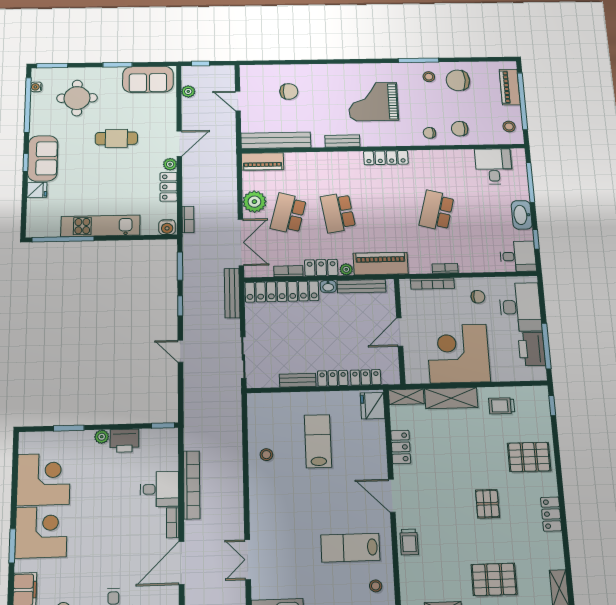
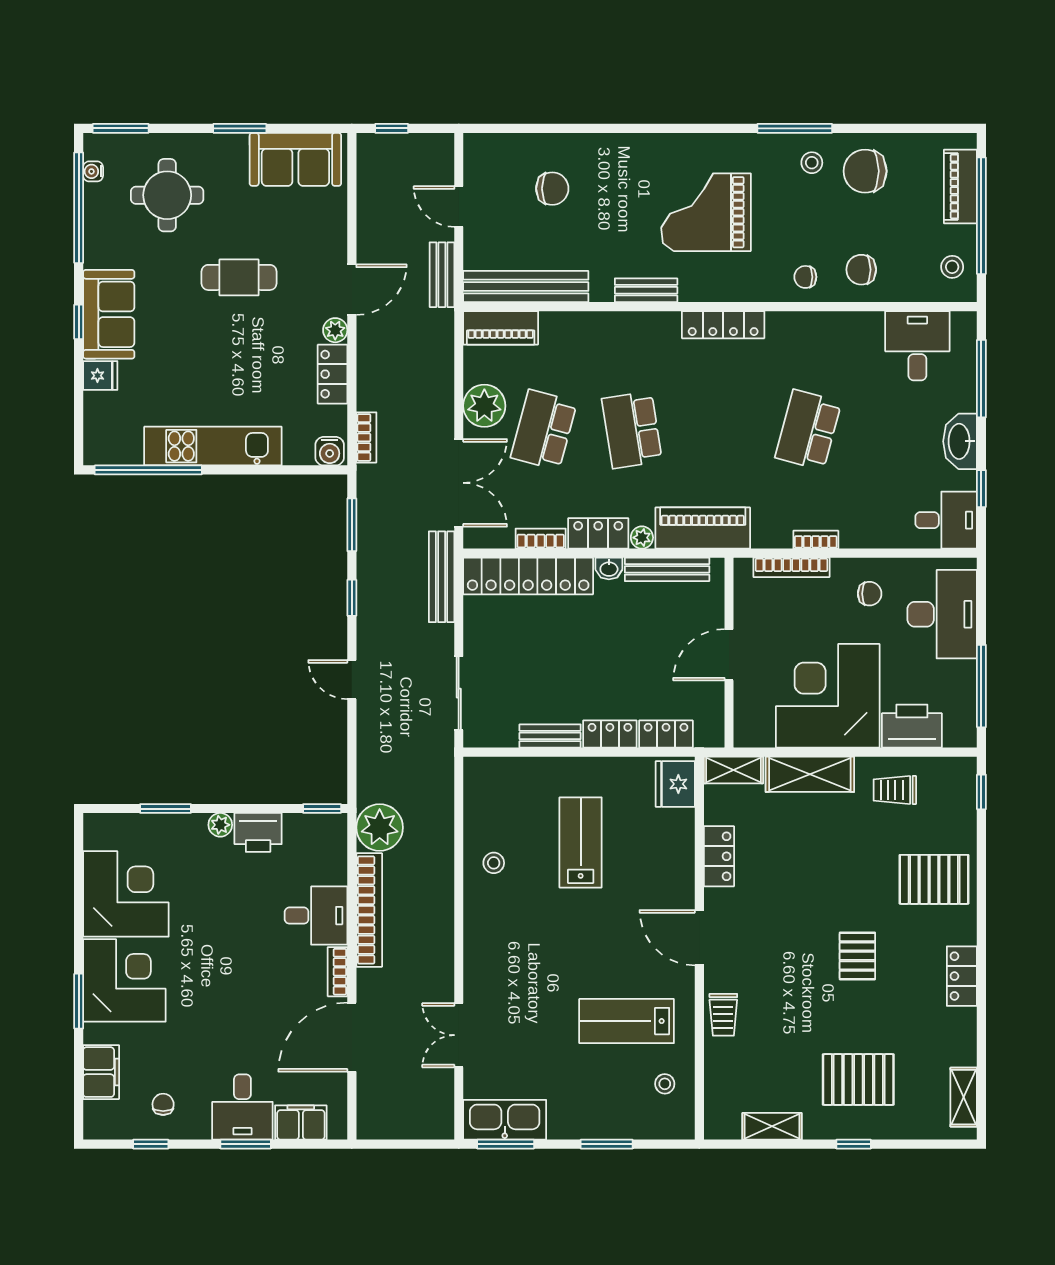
plant: (188, 91) -> (380, 827), moved, width x1.87, depth x1.87
bench: (229, 135) -> (442, 275), added
printer: (532, 349) -> (912, 726), moved, turned 90

